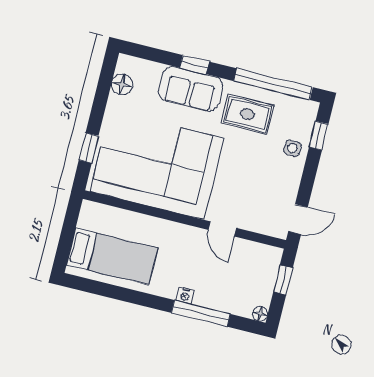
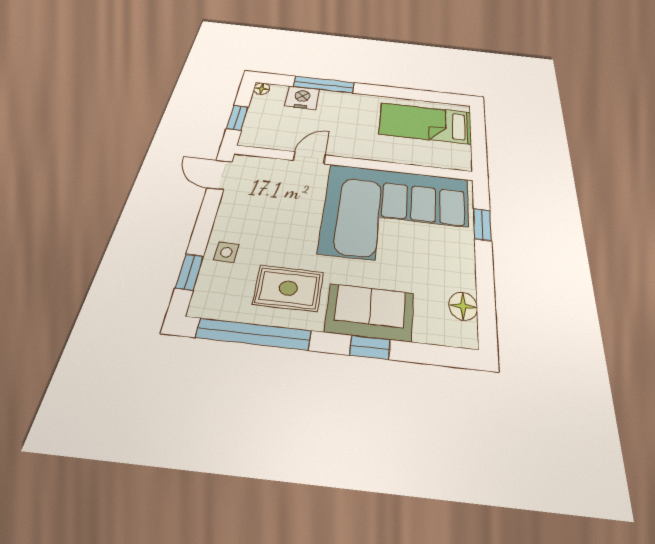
door: (298, 219) -> (220, 175), hinge flipped
door: (222, 229) -> (309, 158), hinge flipped
nightstand: (185, 295) -> (302, 98), moved, width x1.89, depth x1.79

